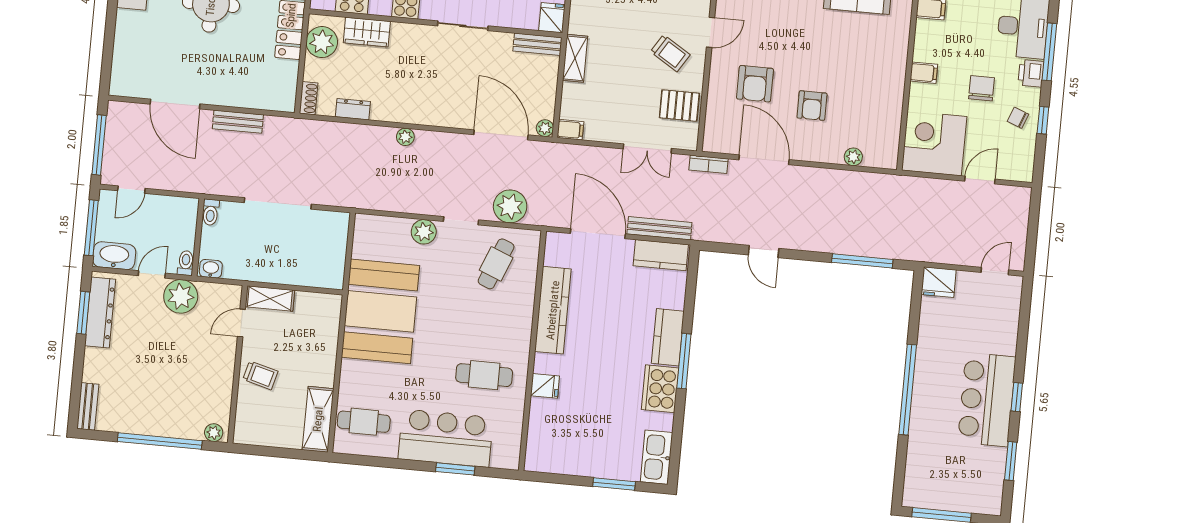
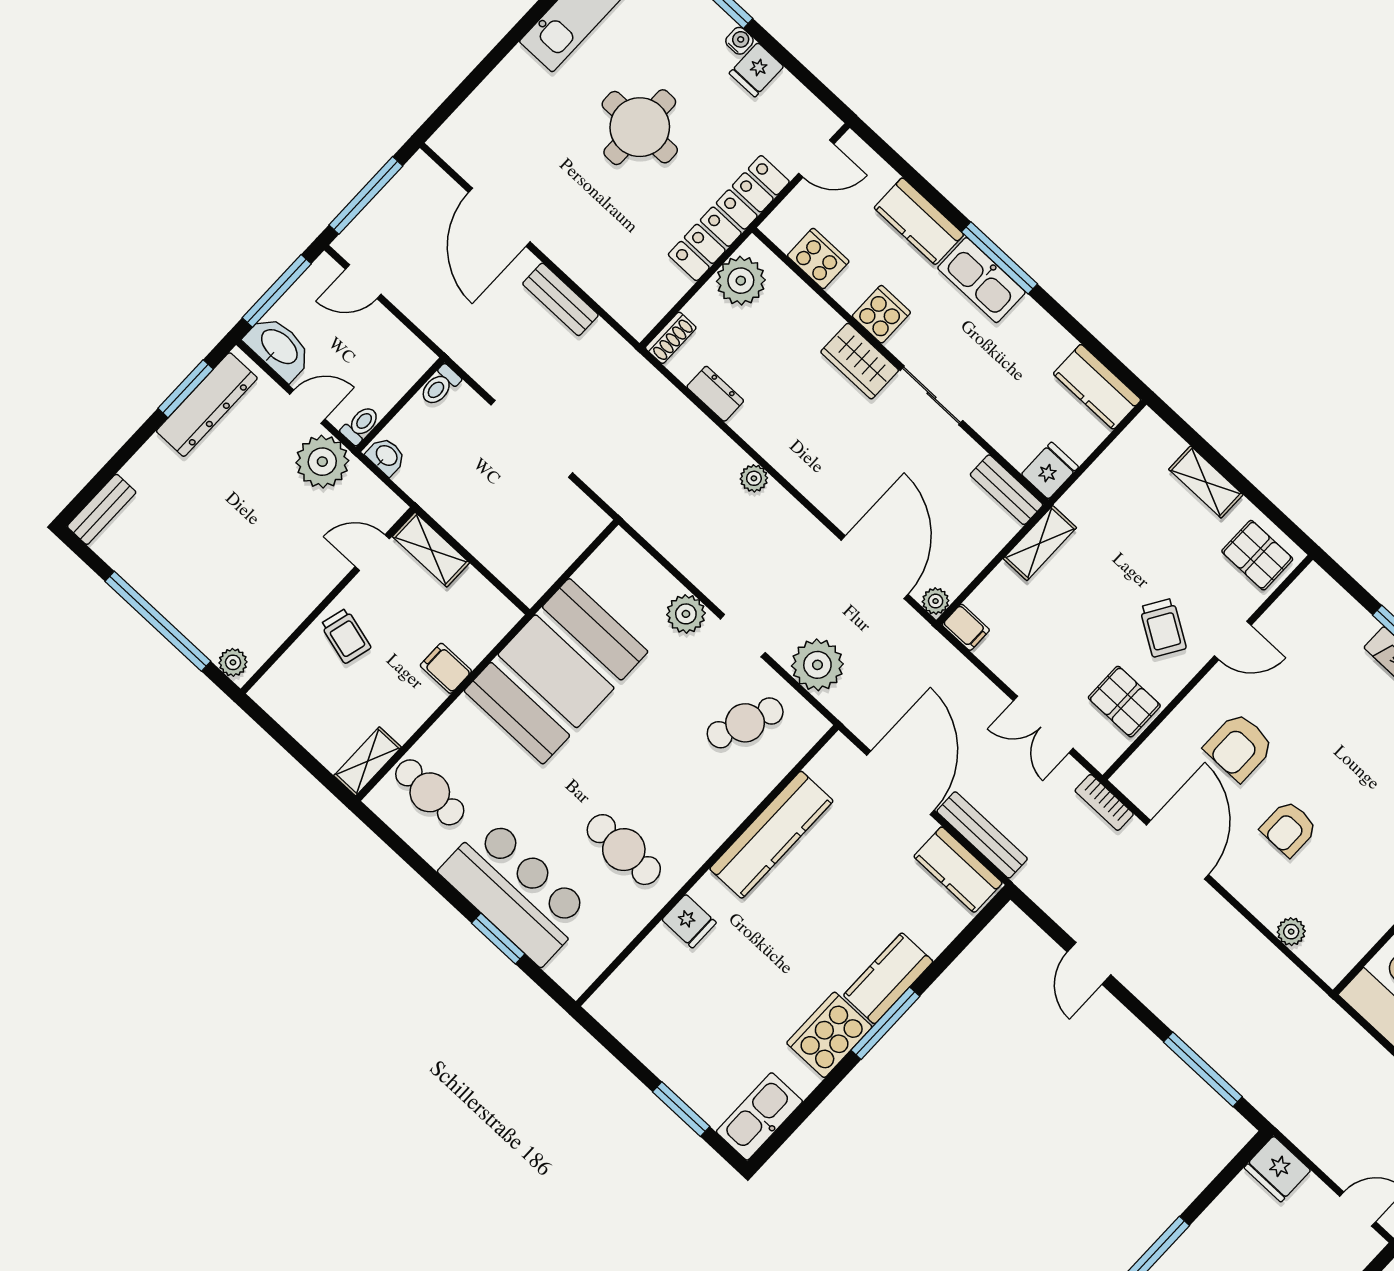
wardrobe: (367, 32) -> (860, 361), moved
filing cabinet: (324, 353) -> (446, 668), added
shelving: (318, 419) -> (368, 761), width x0.67, depth x0.75

